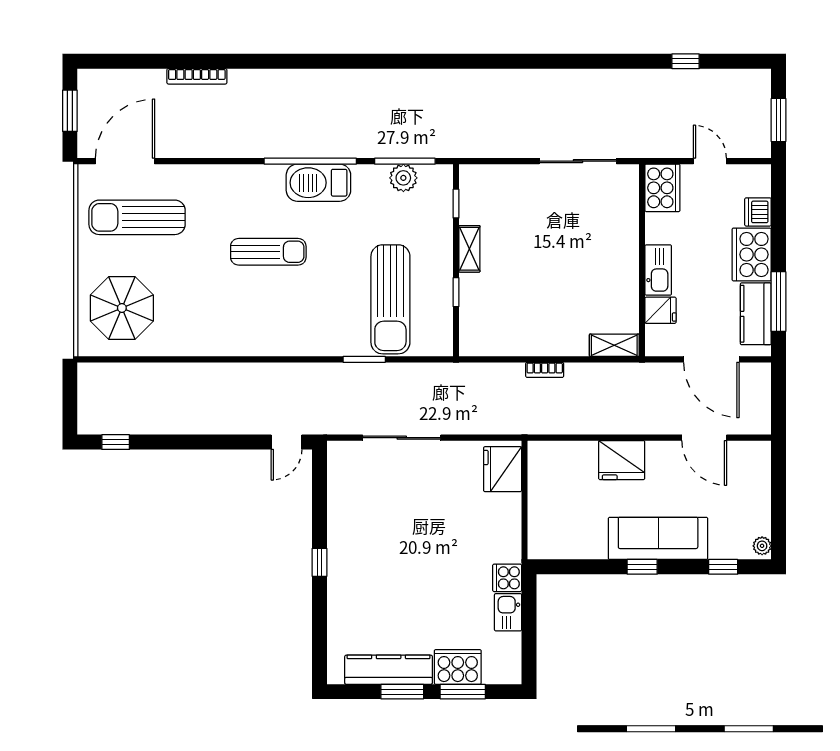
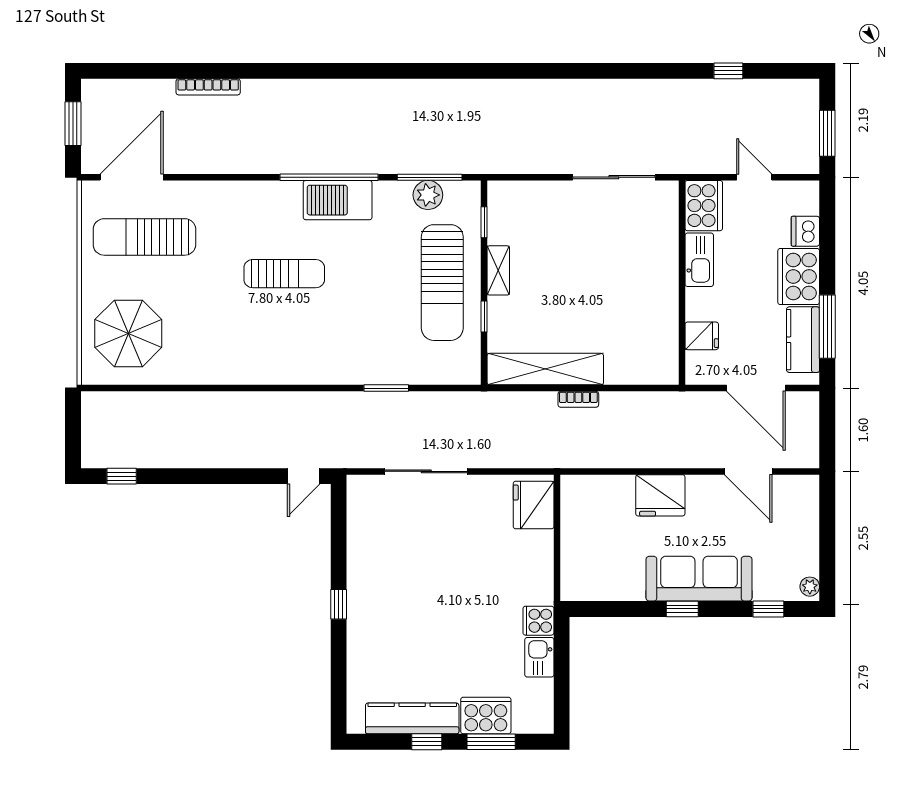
kitchen sink: (658, 270) -> (699, 260), moved
sun lounger: (390, 299) -> (442, 283), moved
shelving: (614, 345) -> (545, 369), moved, width x2.20, depth x1.33
window: (402, 692) -> (427, 742), width x0.67

